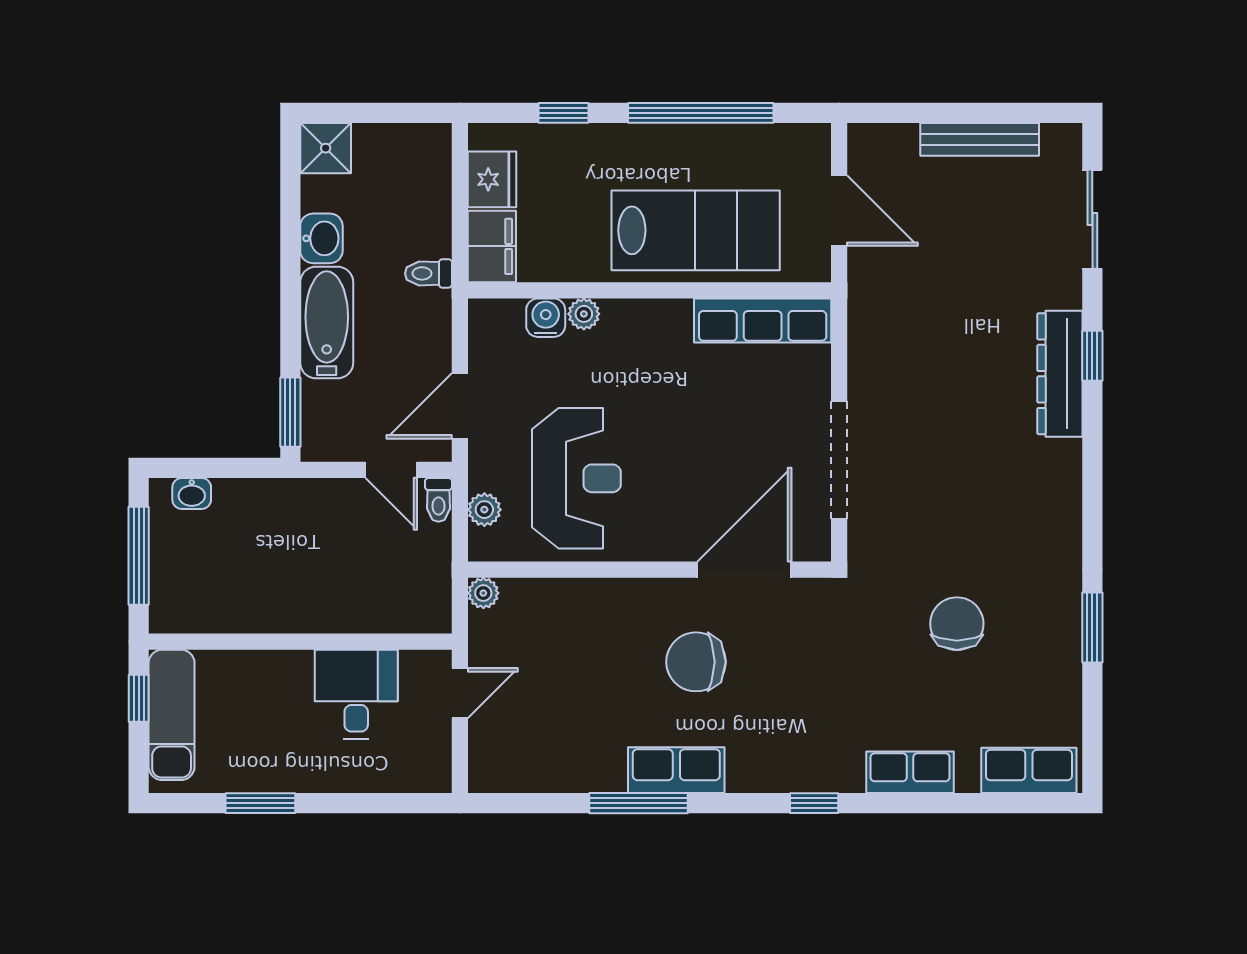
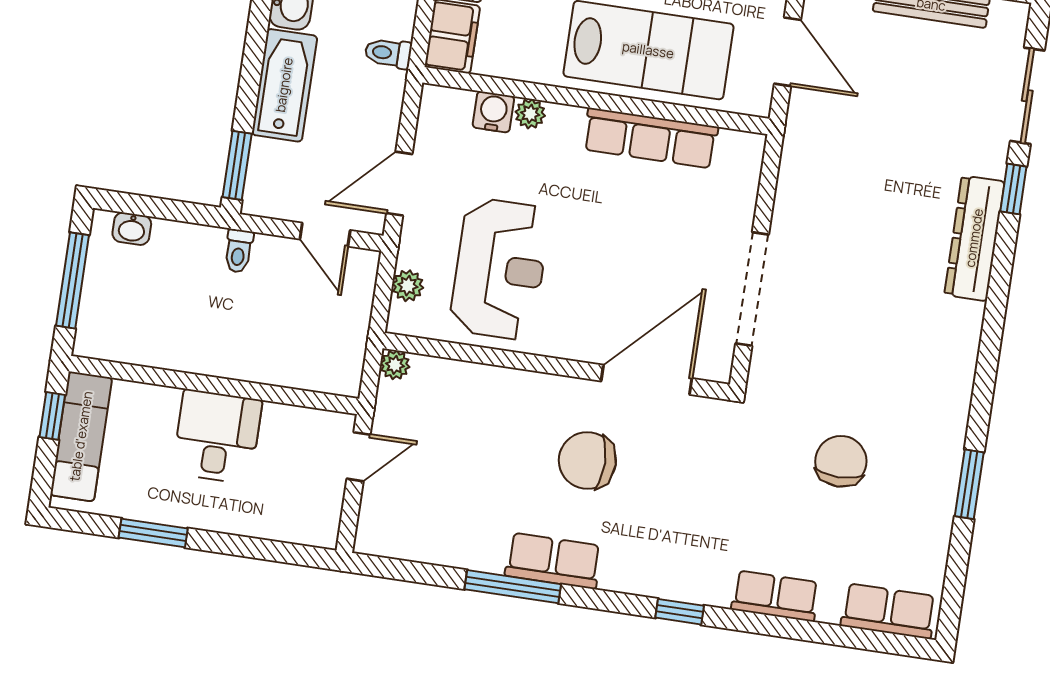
row of seats: (763, 321) -> (650, 138), moved
window: (1092, 356) -> (1013, 189), moved
toilet: (438, 500) -> (239, 251), moved
desk: (356, 694) -> (217, 437), moved

